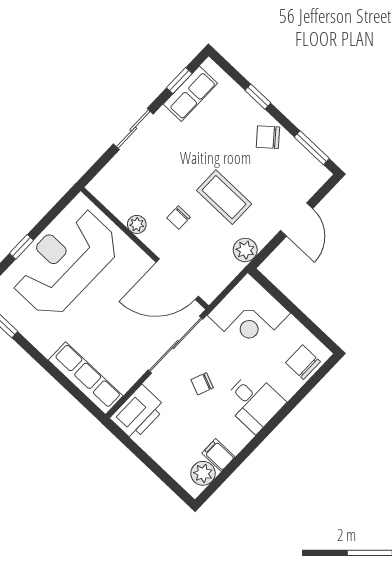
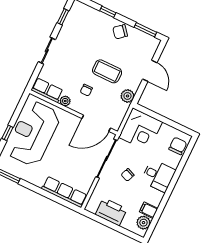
row of seats: (190, 94) -> (47, 90), moved, turned -90
chair: (303, 362) -> (178, 146), turned 90
printer: (138, 413) -> (111, 212), moved, turned -90

